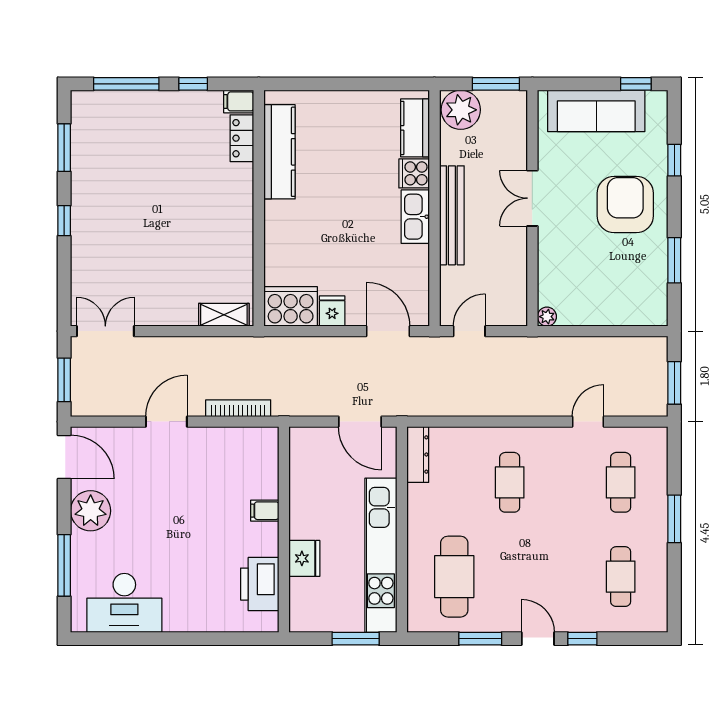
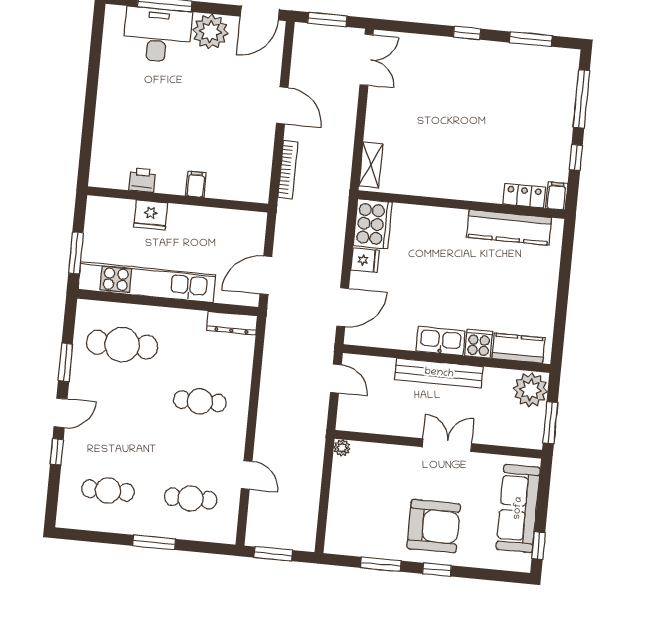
window: (674, 160) -> (437, 570), moved
printer: (260, 584) -> (142, 180), width x0.53, depth x0.68
desk: (124, 603) -> (157, 35), moved, turned 90

